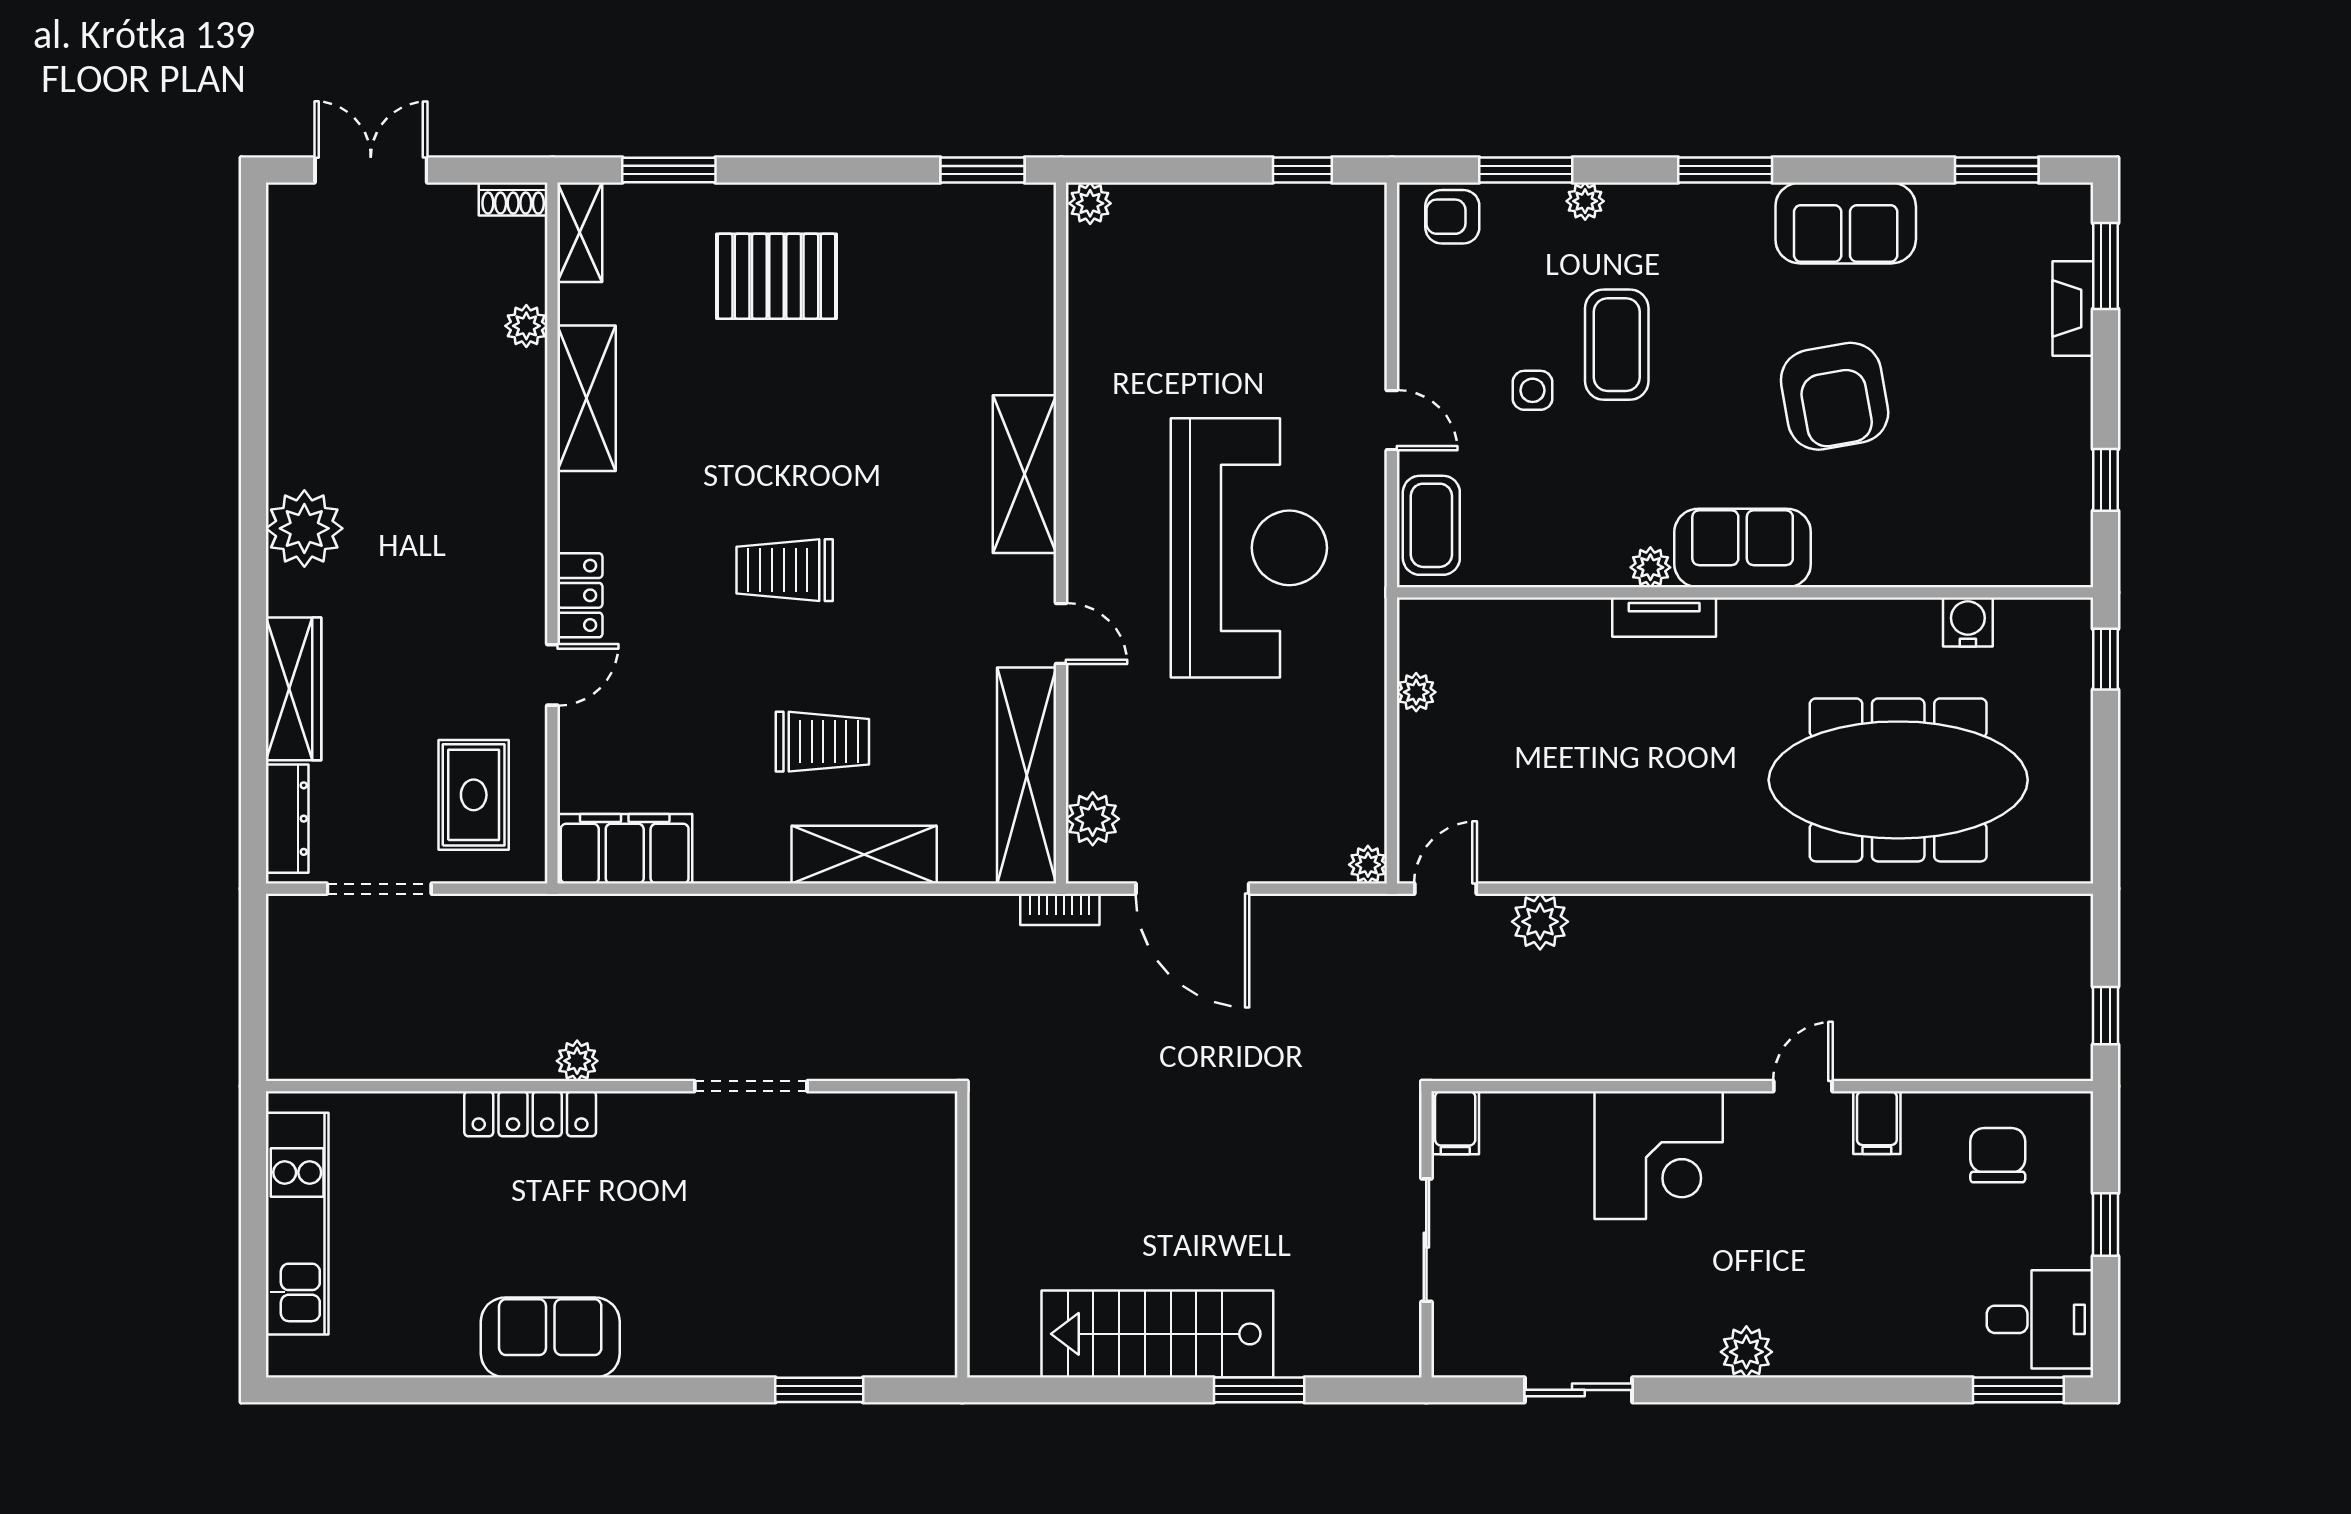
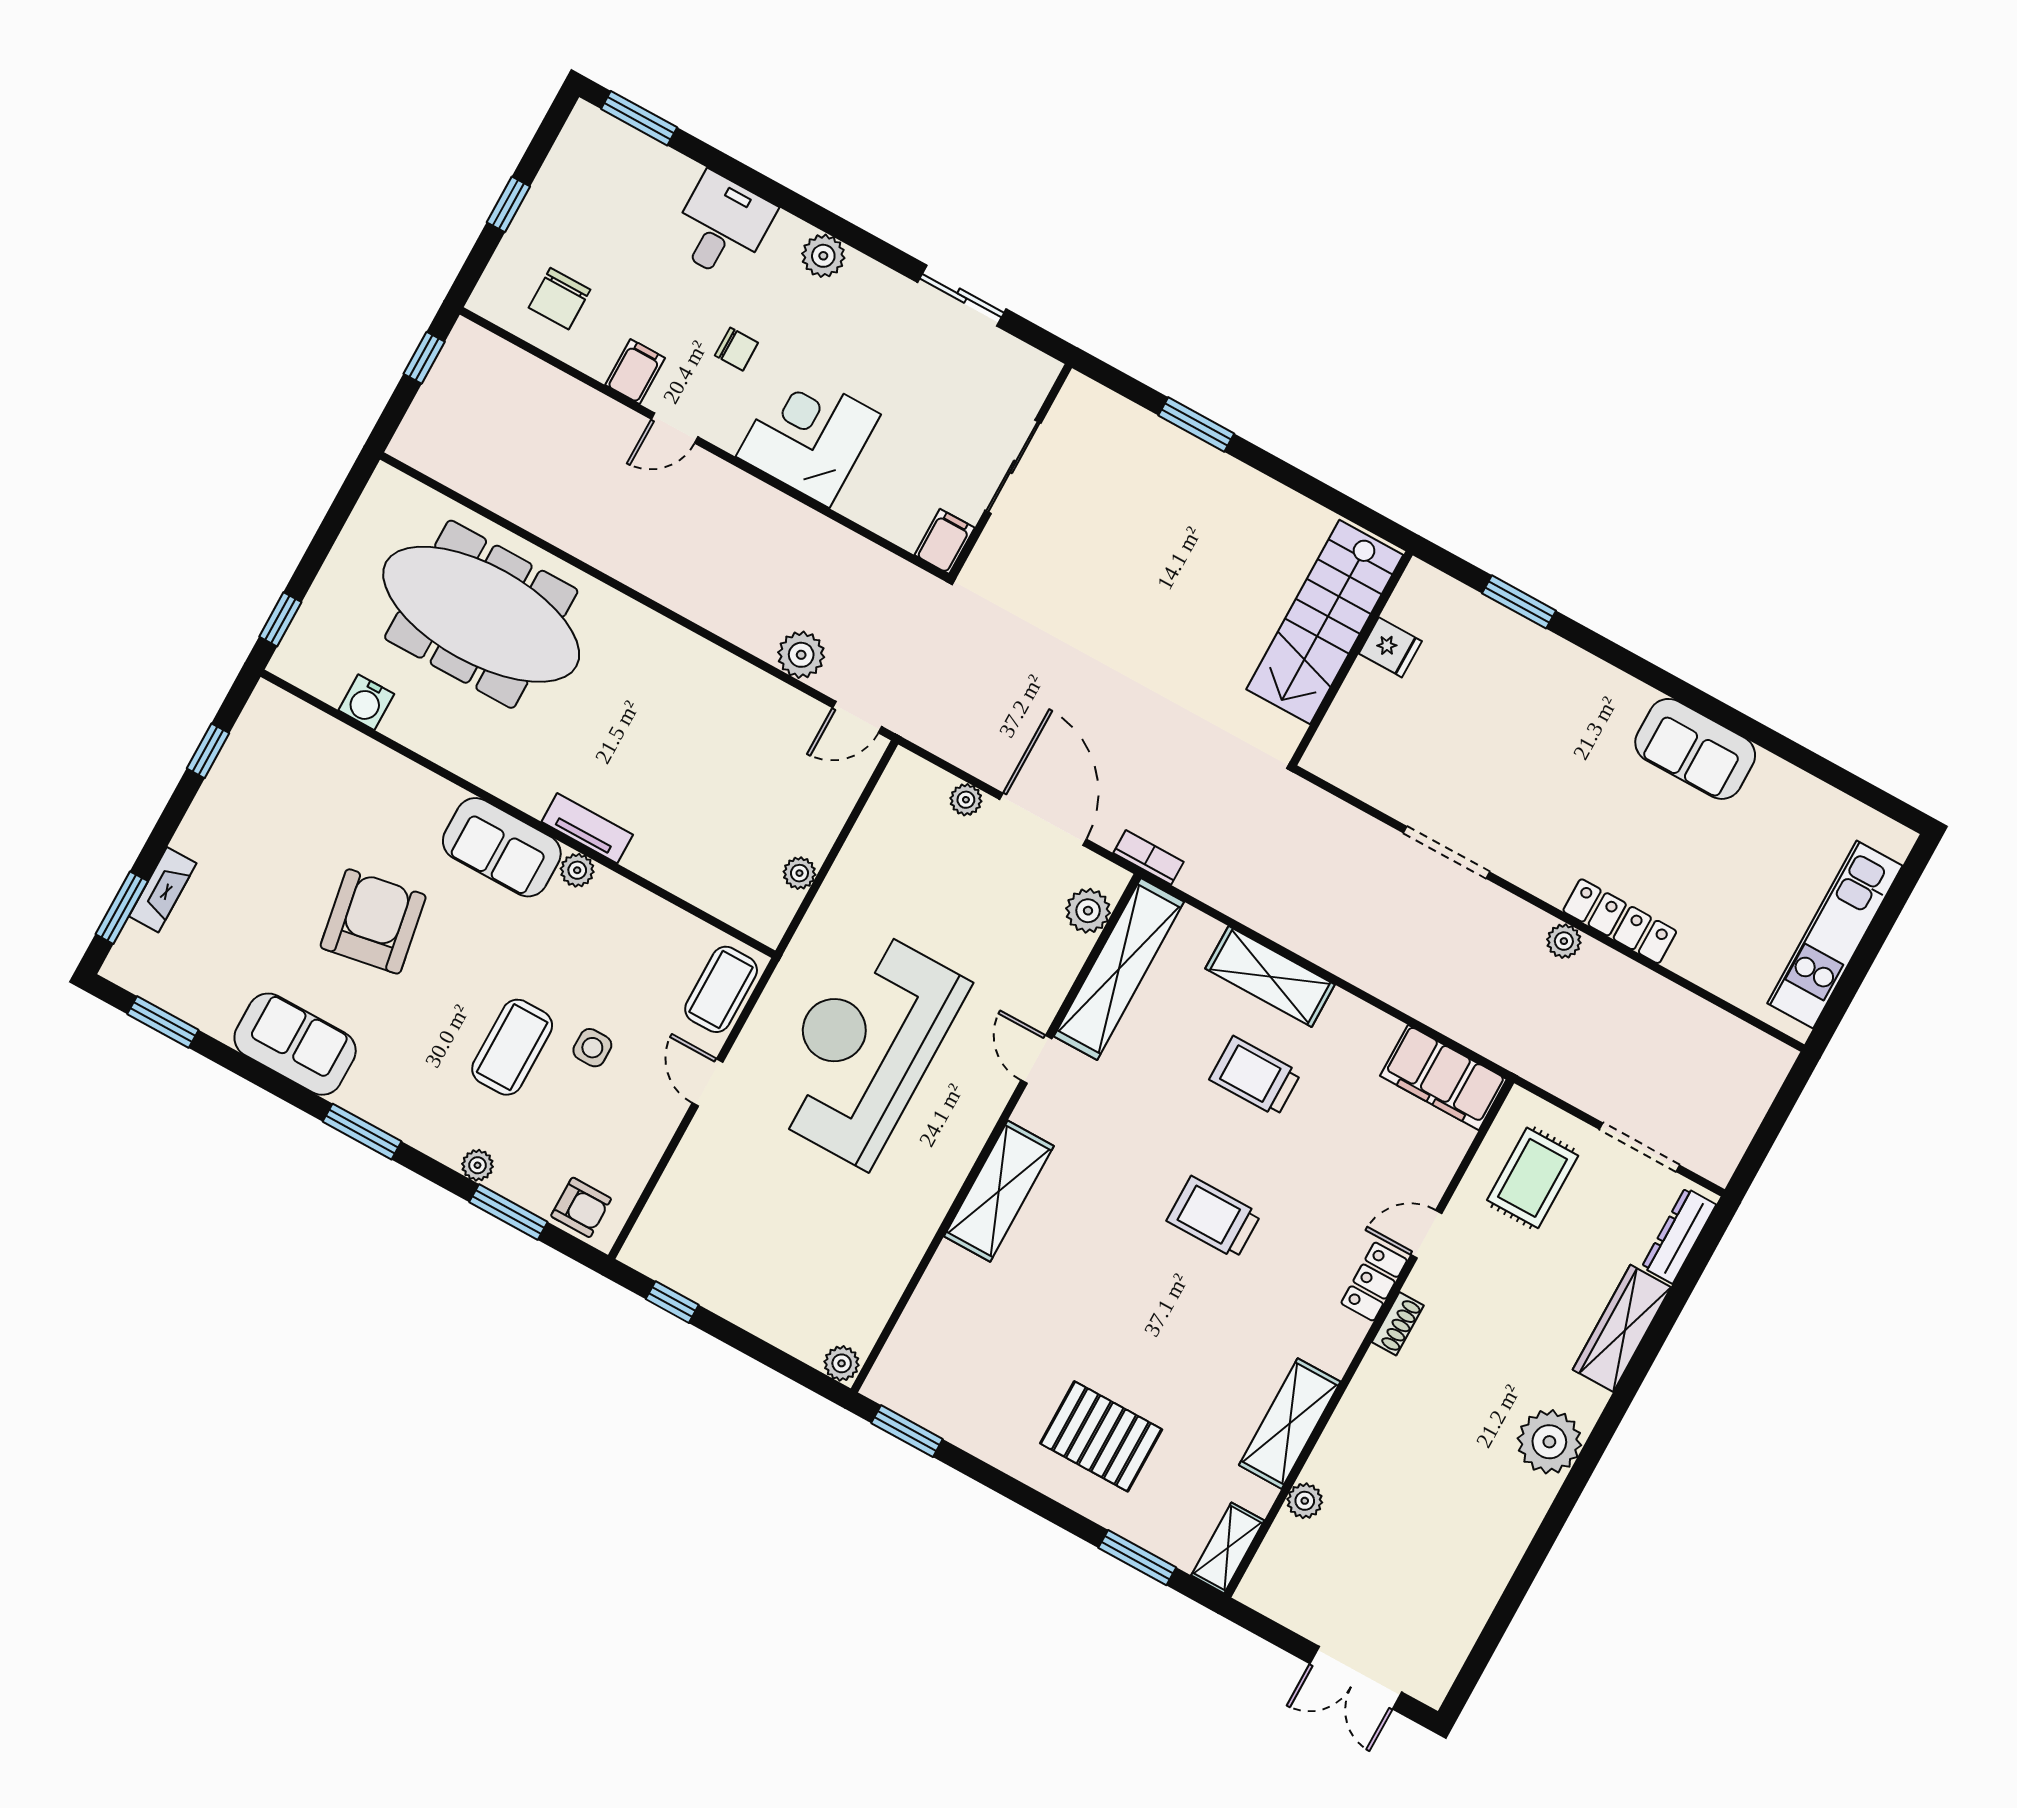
shoe rack: (513, 199) -> (1398, 1324), moved, turned 90
trolley: (785, 570) -> (1214, 1217), turned 180
plant: (1368, 865) -> (966, 800), moved
chair: (1784, 1204) -> (736, 349), added
fridge: (928, 1268) -> (1390, 647), added
desk: (2040, 1319) -> (722, 226), moved, turned 90
stairs: (1157, 1334) -> (1325, 622), moved, turned 90

